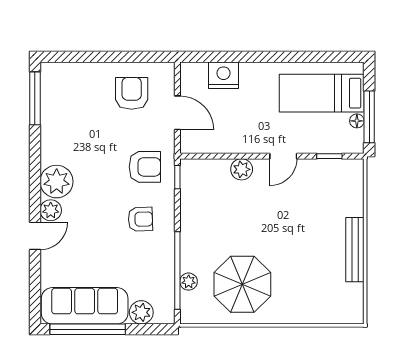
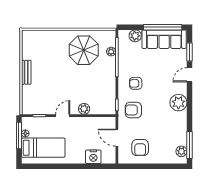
plant: (51, 210) -> (181, 151), moved
bench: (355, 250) -> (26, 72), width x0.73
window: (35, 281) -> (189, 52), added

